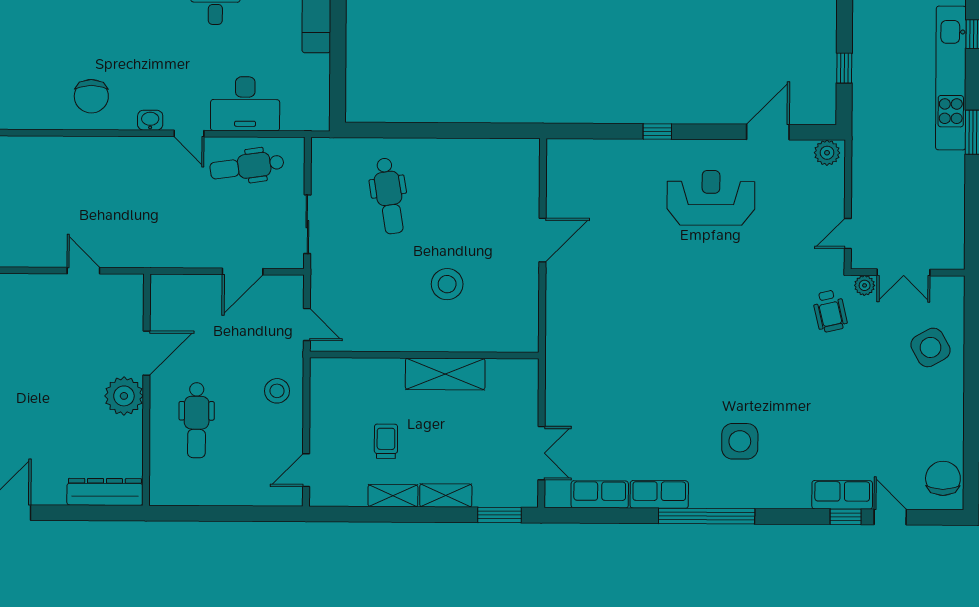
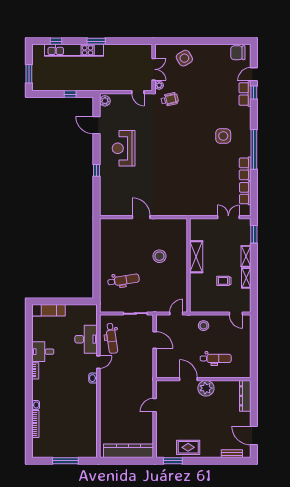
chair: (91, 96) -> (83, 402), removed

